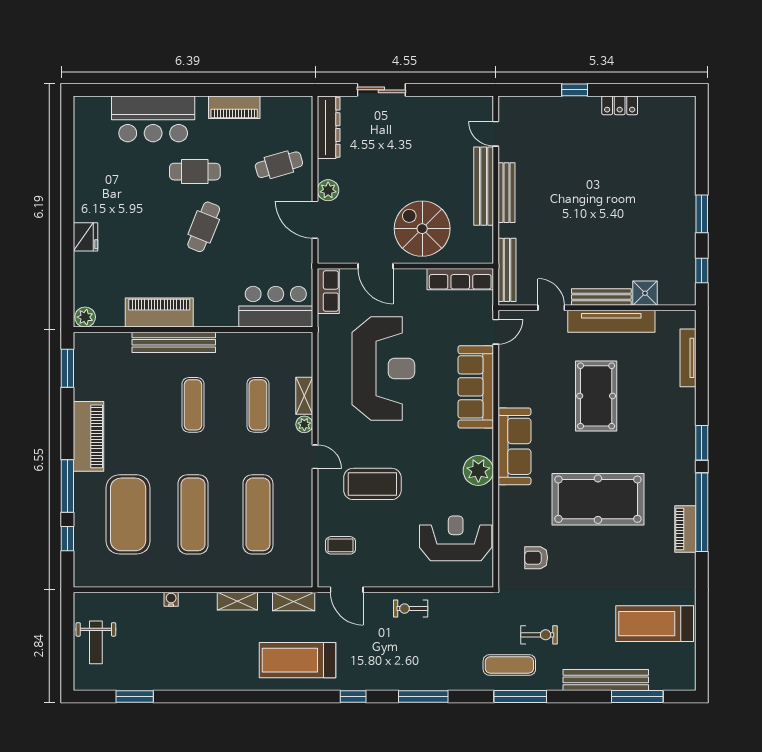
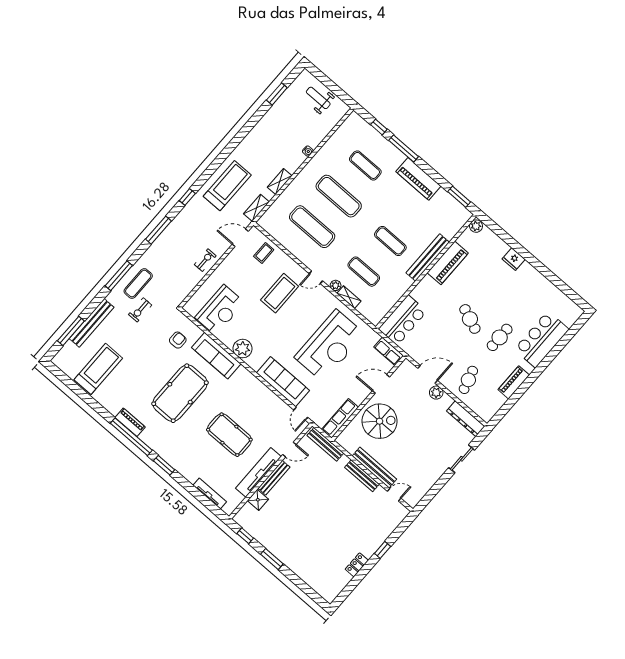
reception desk: (383, 369) -> (330, 346), turned -90
sofa: (514, 446) -> (216, 356), moved
exercise mat: (128, 514) -> (365, 165), width x0.50, depth x0.69

